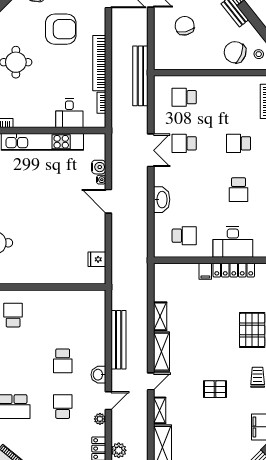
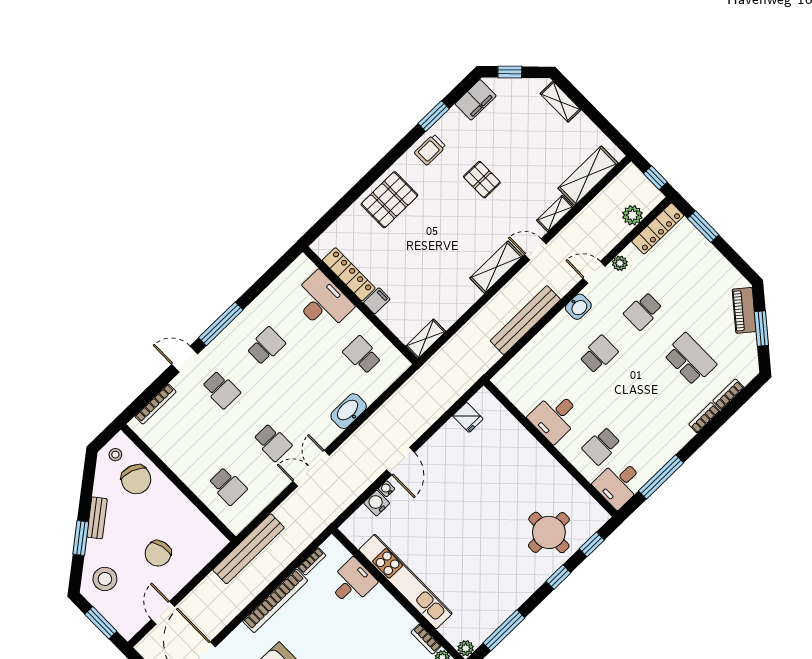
desk: (52, 306) -> (555, 417), added
shelving: (160, 316) -> (426, 339), moved

